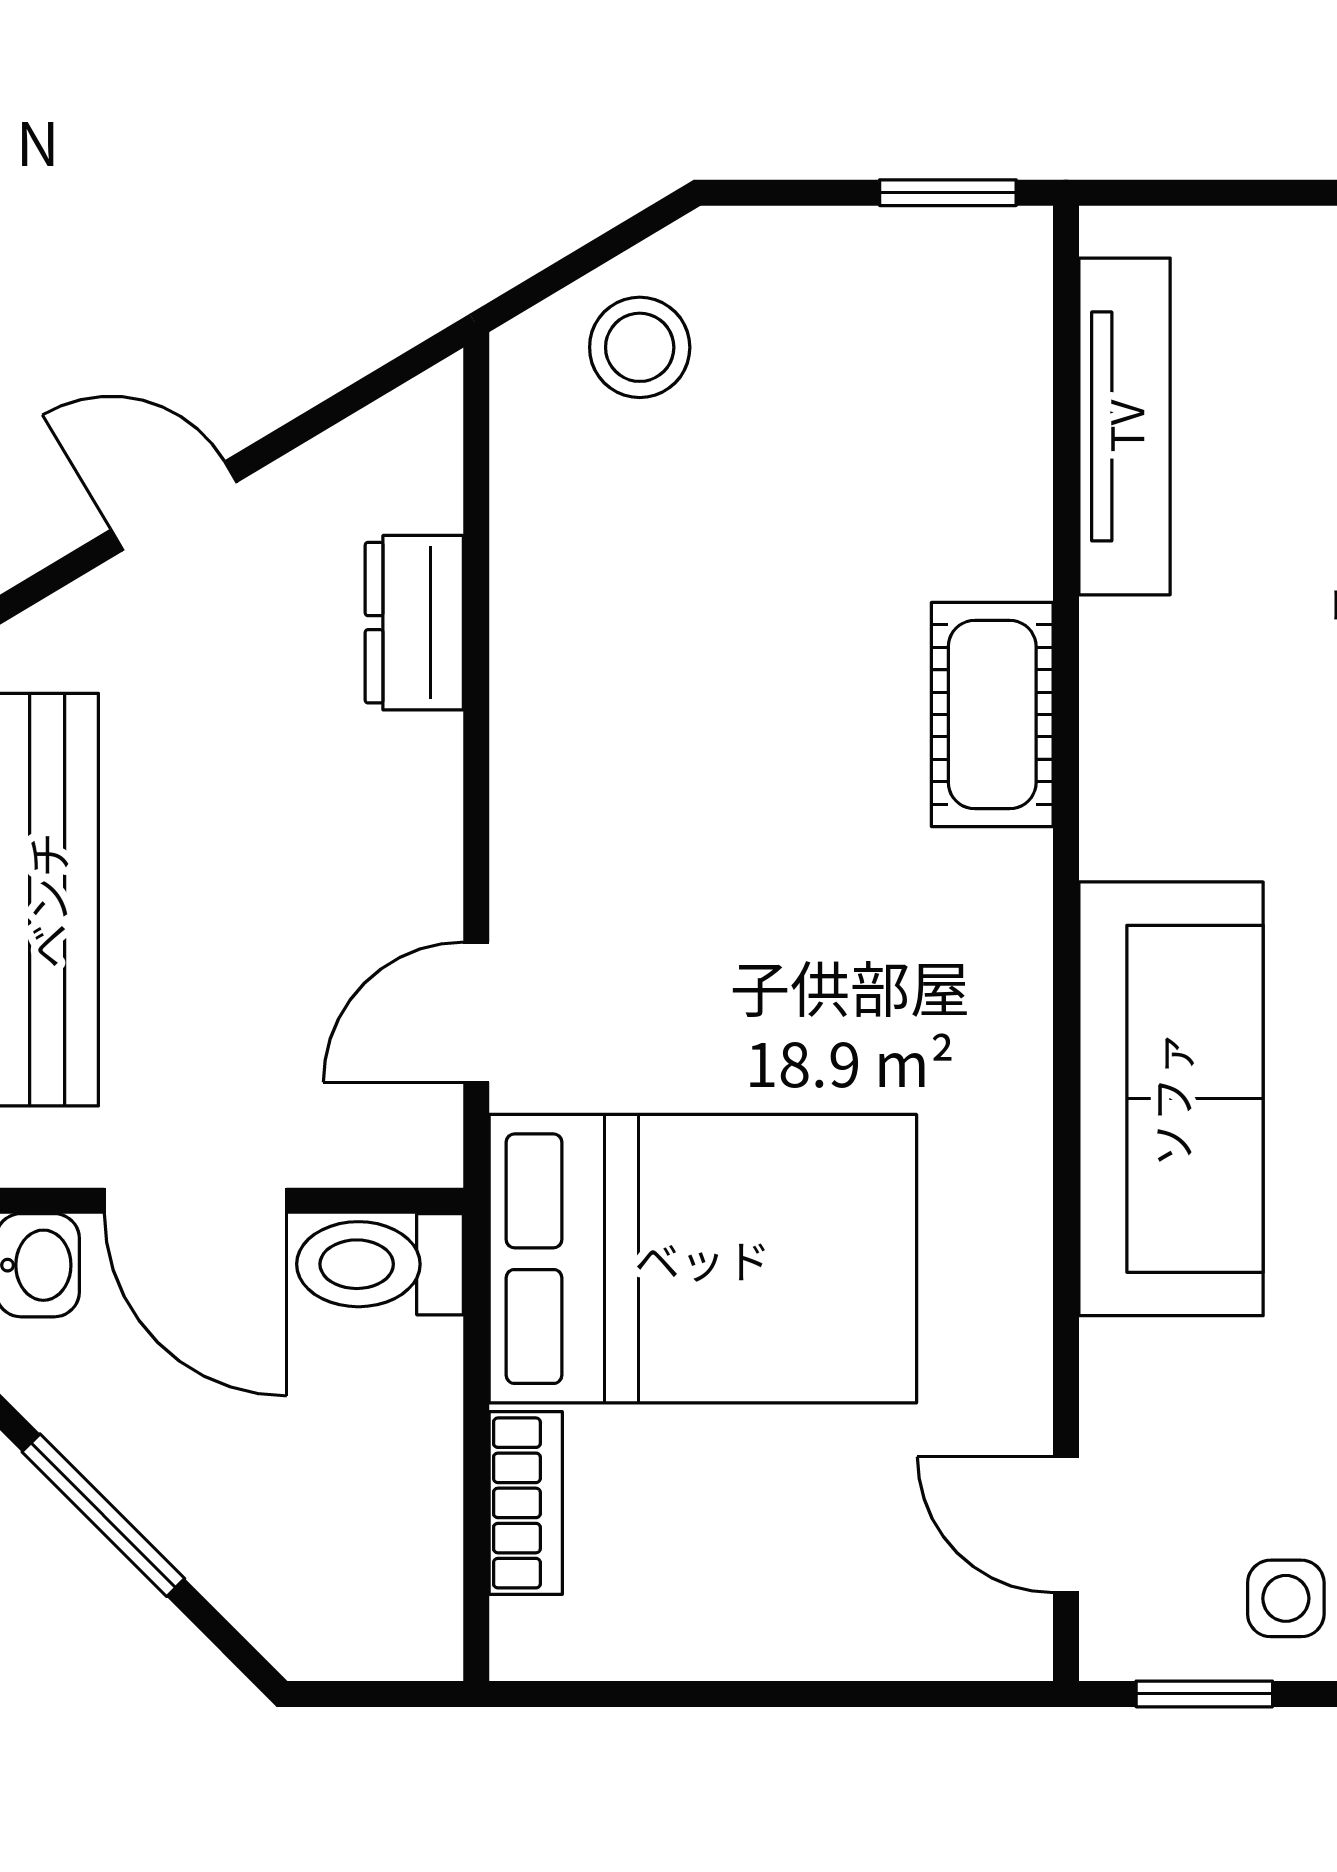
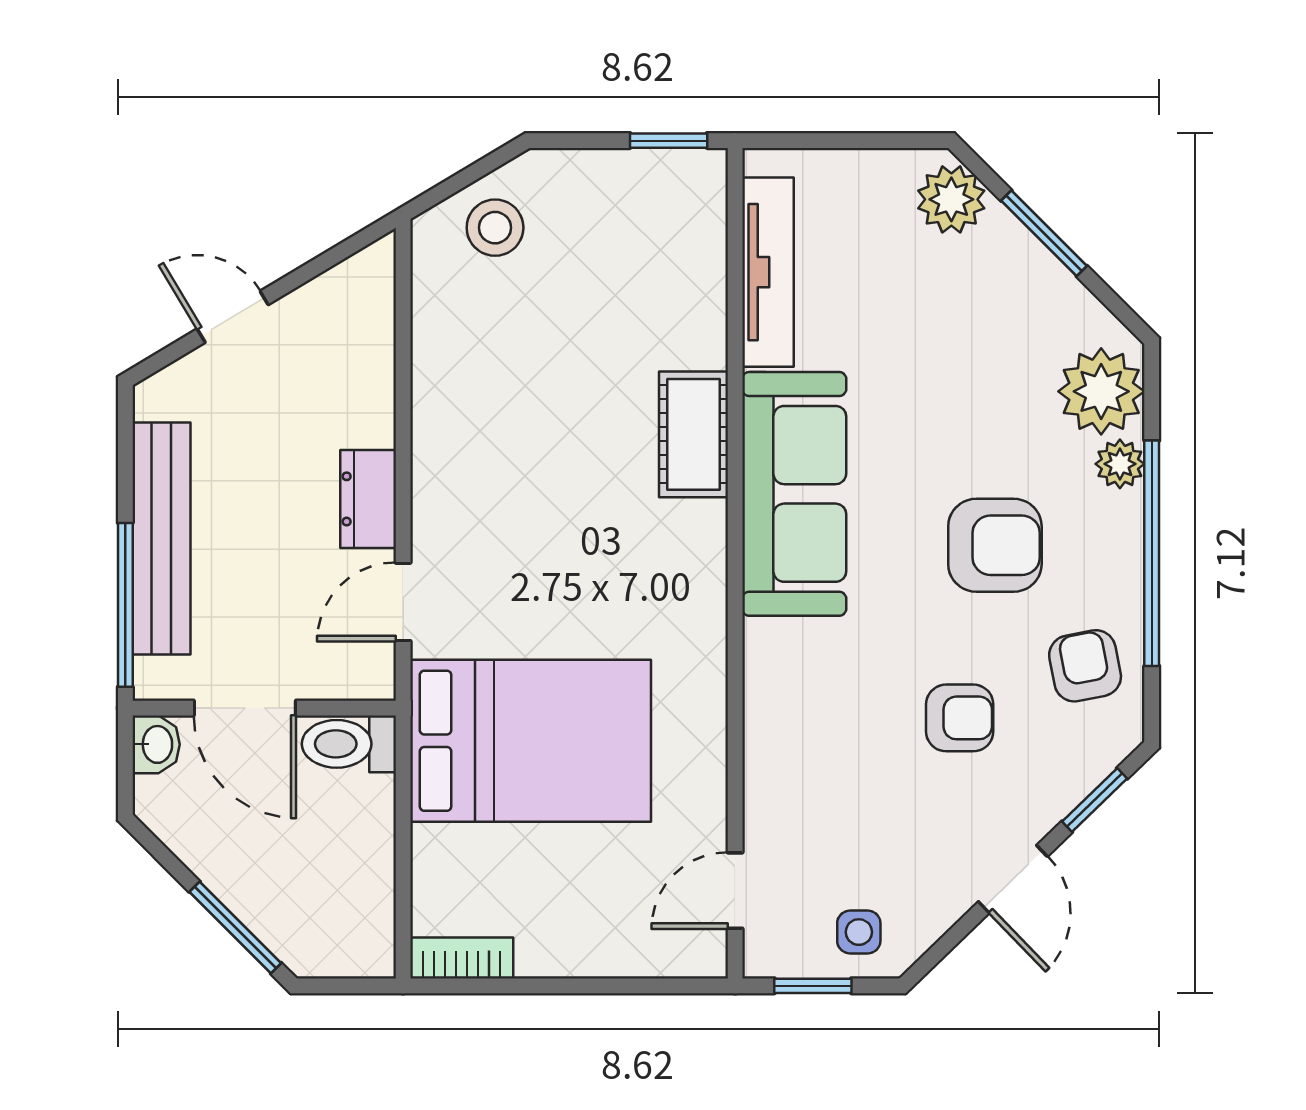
dresser: (414, 623) -> (368, 499), moved
sofa: (1171, 1099) -> (794, 494), moved
bookcase: (526, 1503) -> (462, 958), moved, turned -90
window: (103, 1515) -> (235, 927), moved
door: (1066, 1525) -> (735, 891), hinge flipped

